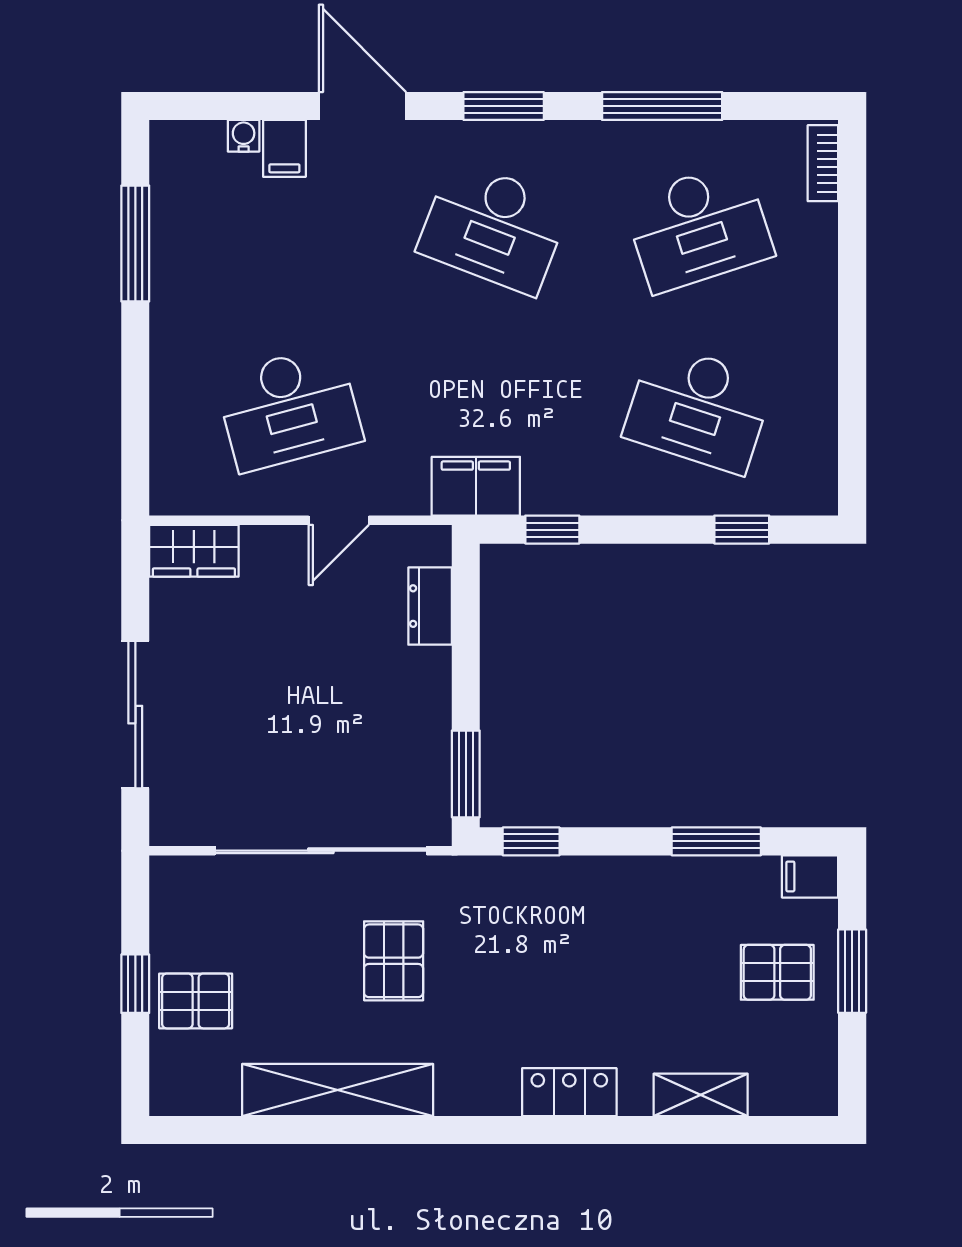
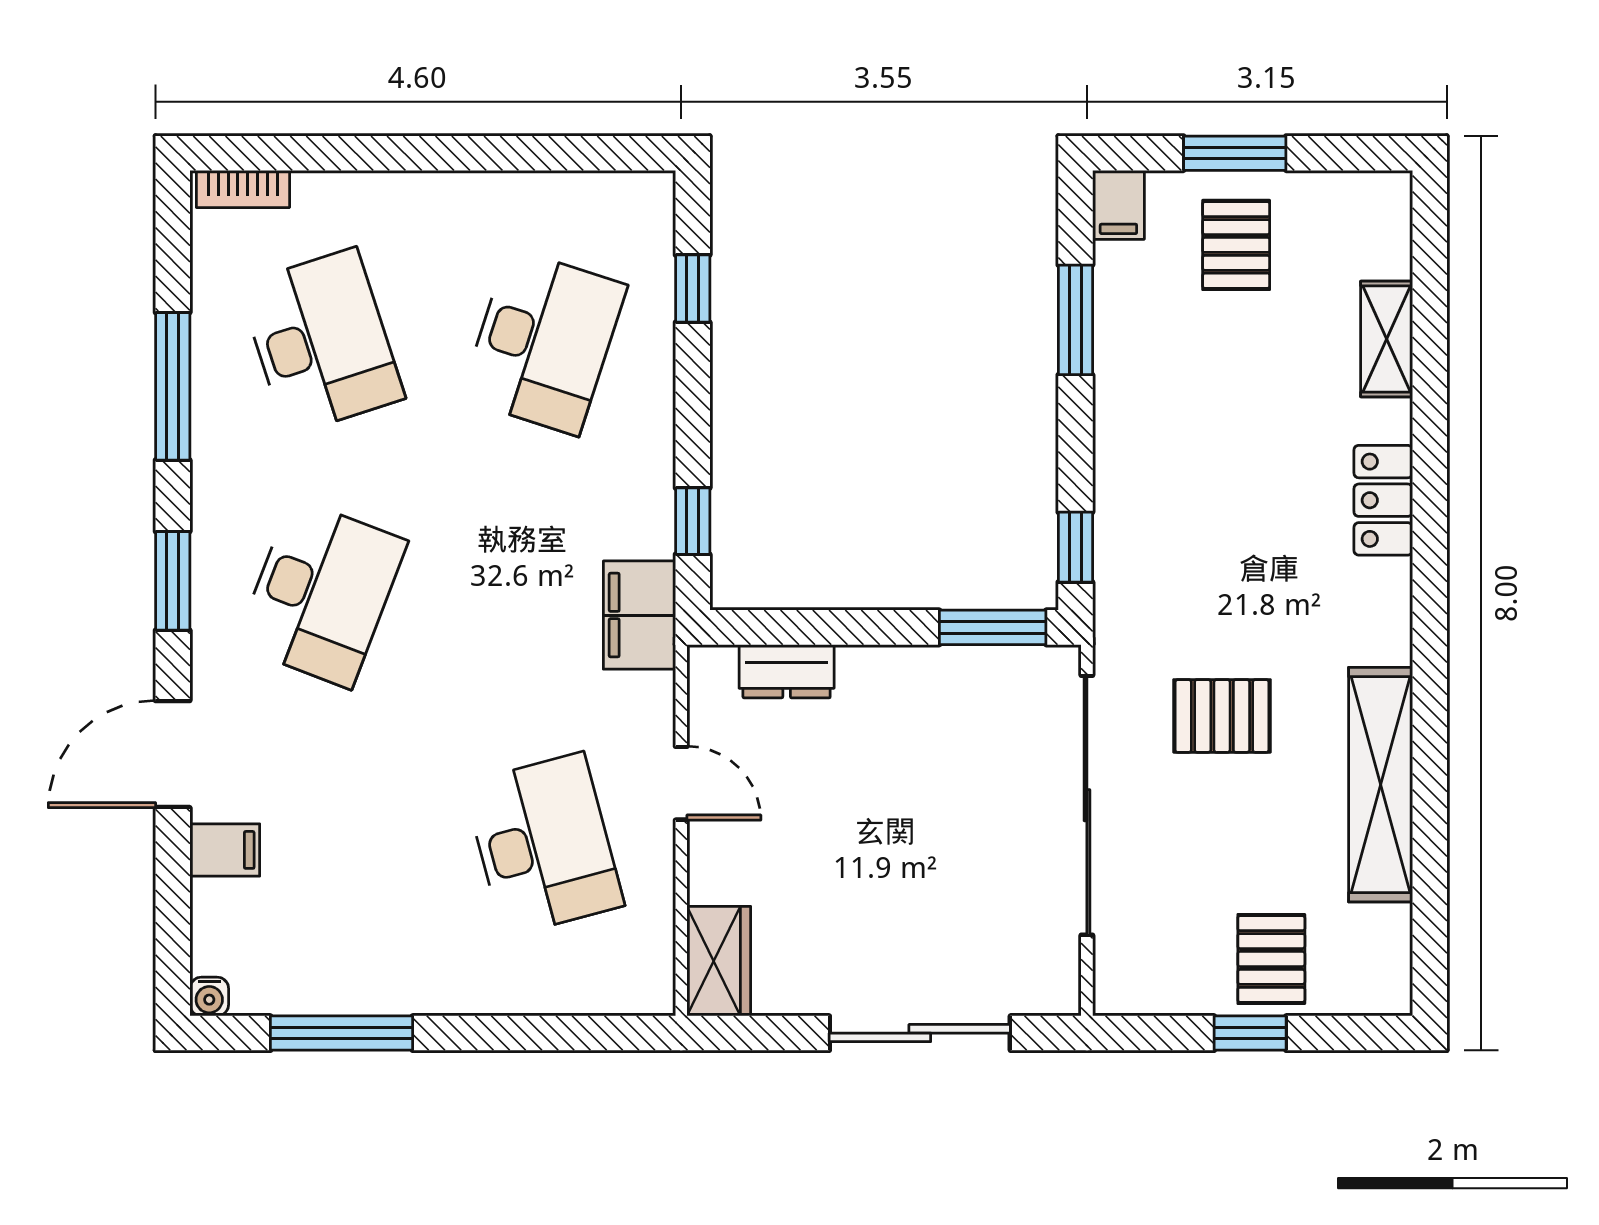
water cooler: (244, 136) -> (209, 997), moved, turned -90

